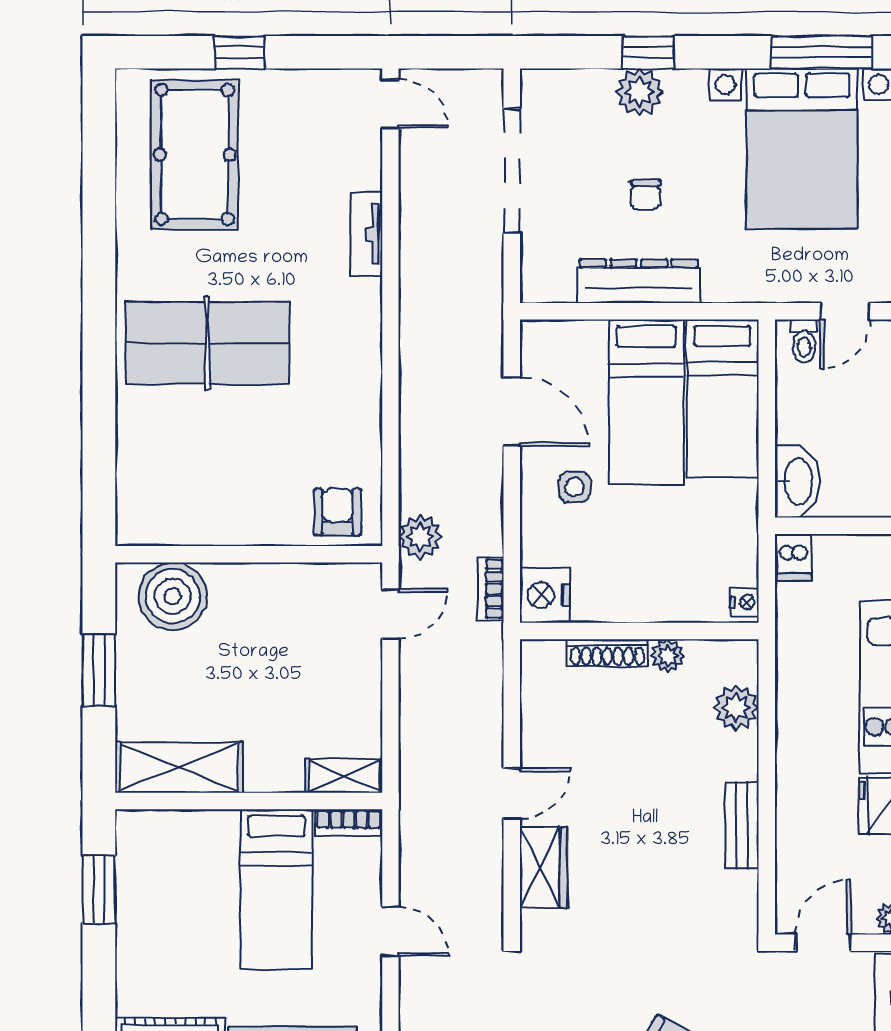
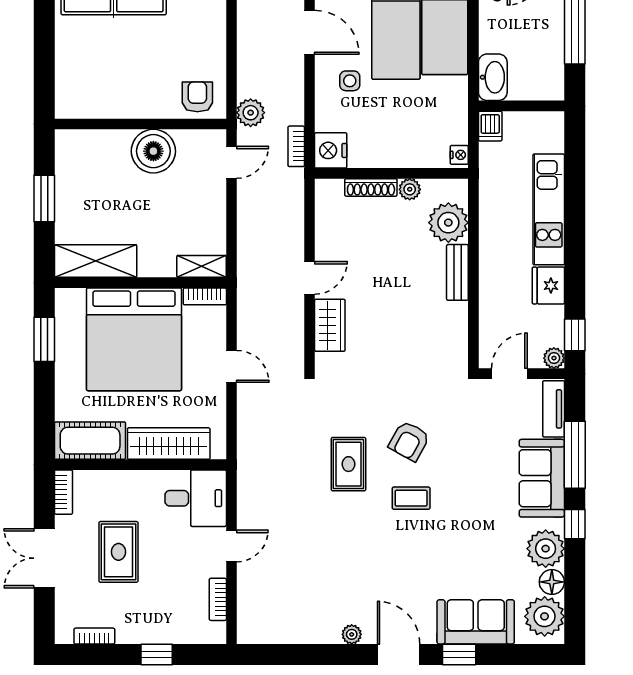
boiler: (173, 596) -> (153, 151), moved
plant: (736, 708) -> (448, 223), width x1.36, depth x1.36
bench: (742, 825) -> (457, 272), moved
bed: (276, 889) -> (134, 339), width x2.04

